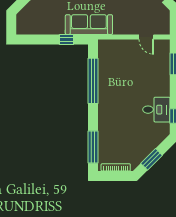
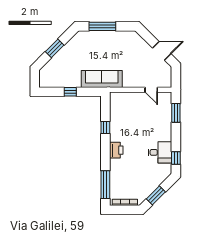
window: (67, 39) -> (70, 92), moved
window: (93, 81) -> (105, 128), width x0.32
printer: (106, 107) -> (116, 150), added

